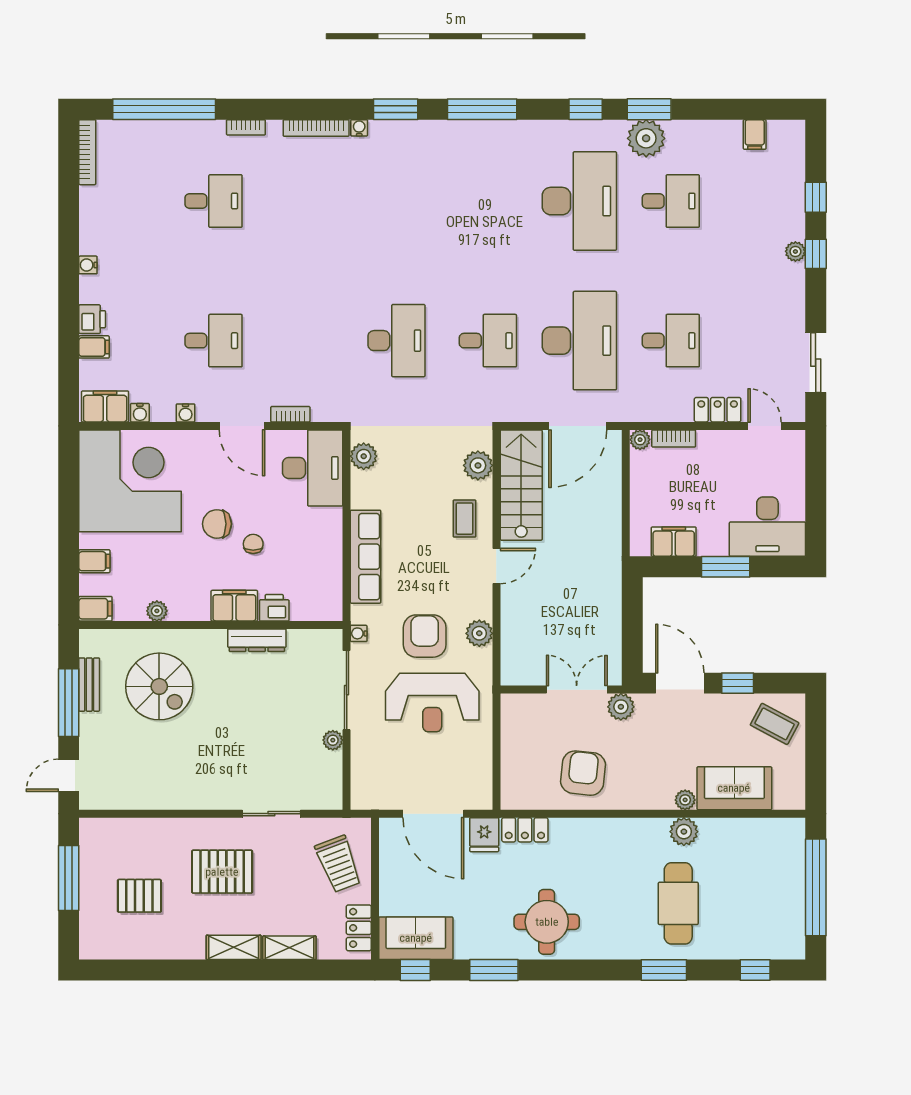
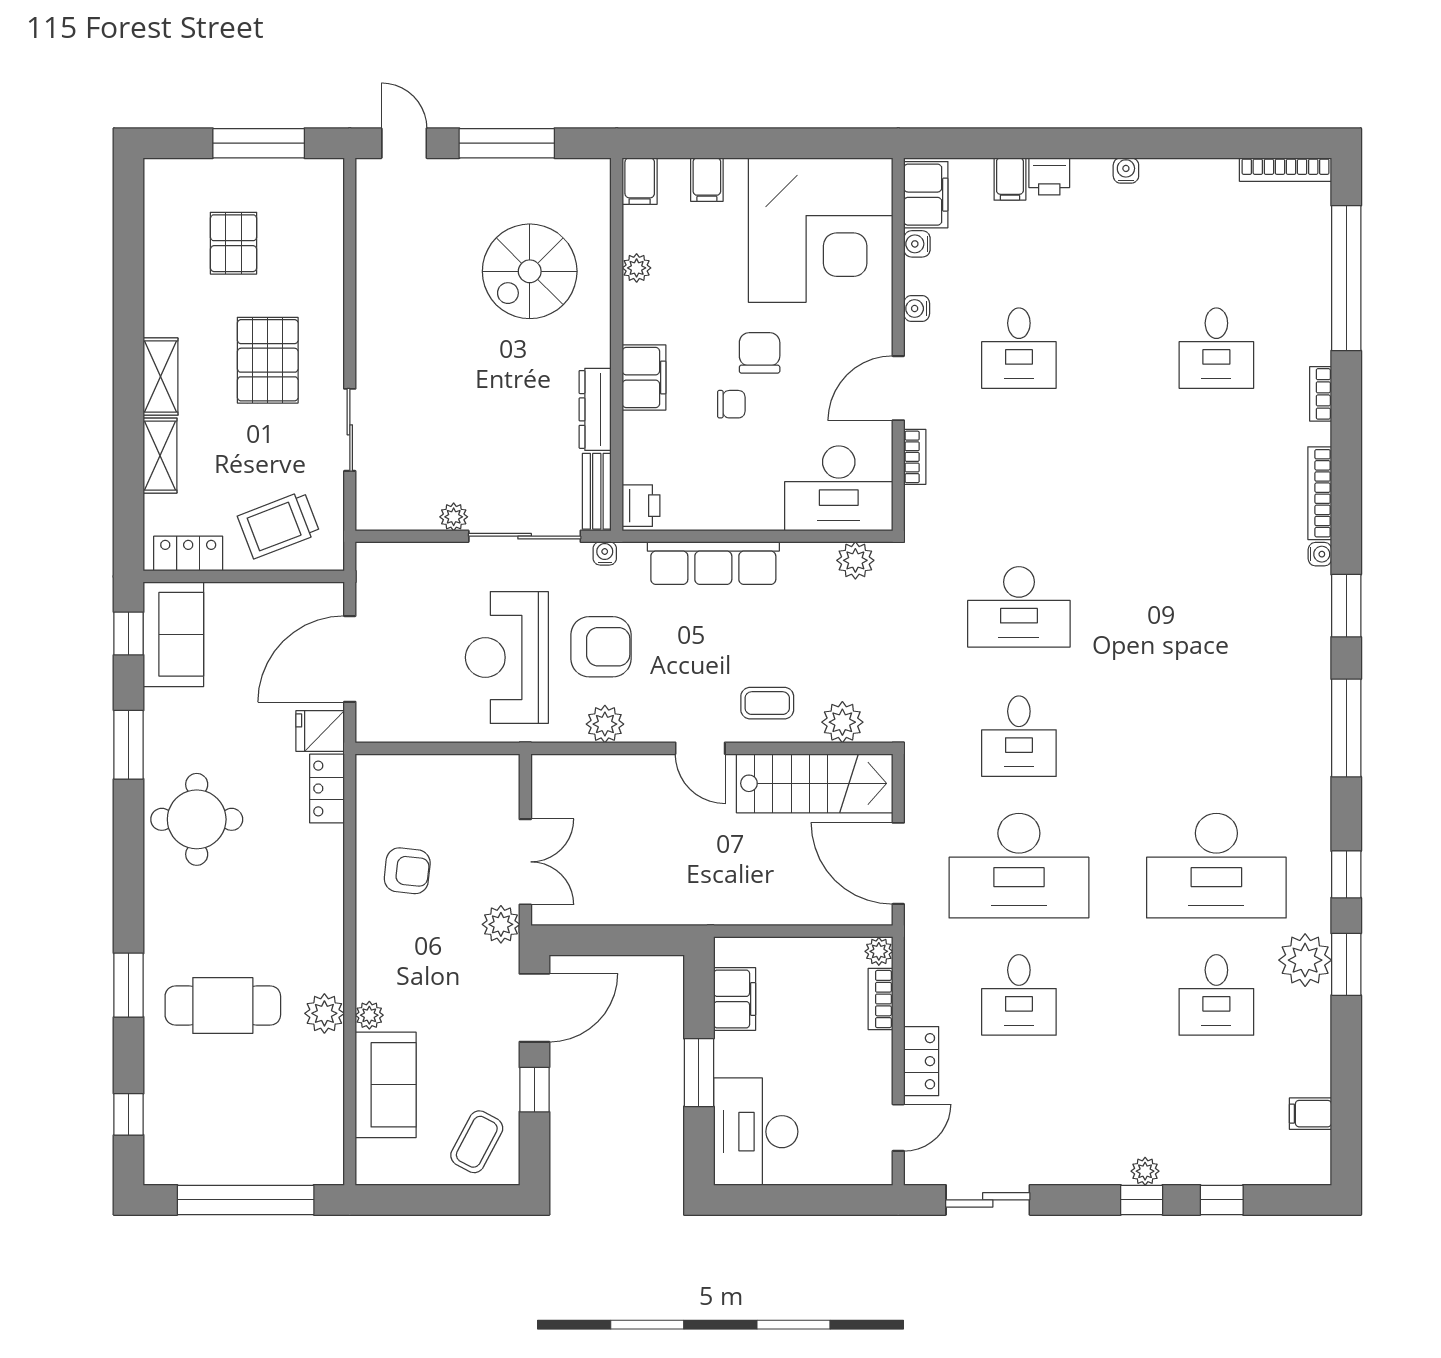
printer: (274, 608) -> (641, 506), moved
bench: (89, 685) -> (597, 491), moved, turned 90
armchair: (583, 773) -> (407, 871), width x0.72, depth x0.72

